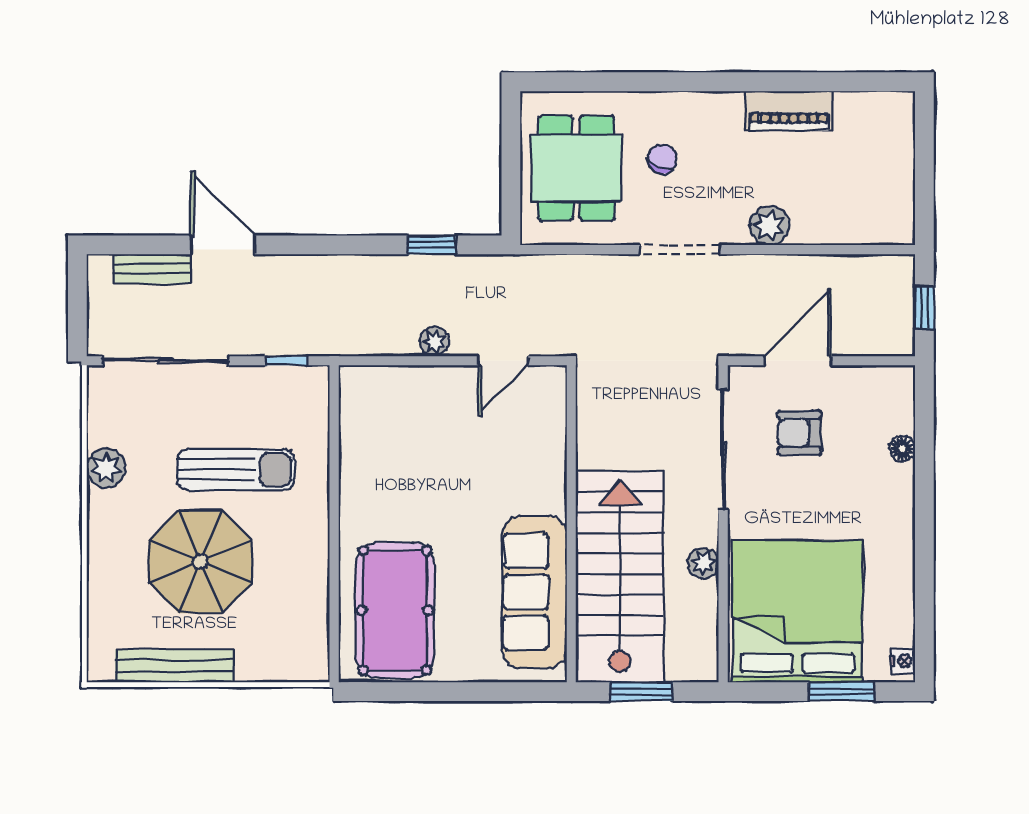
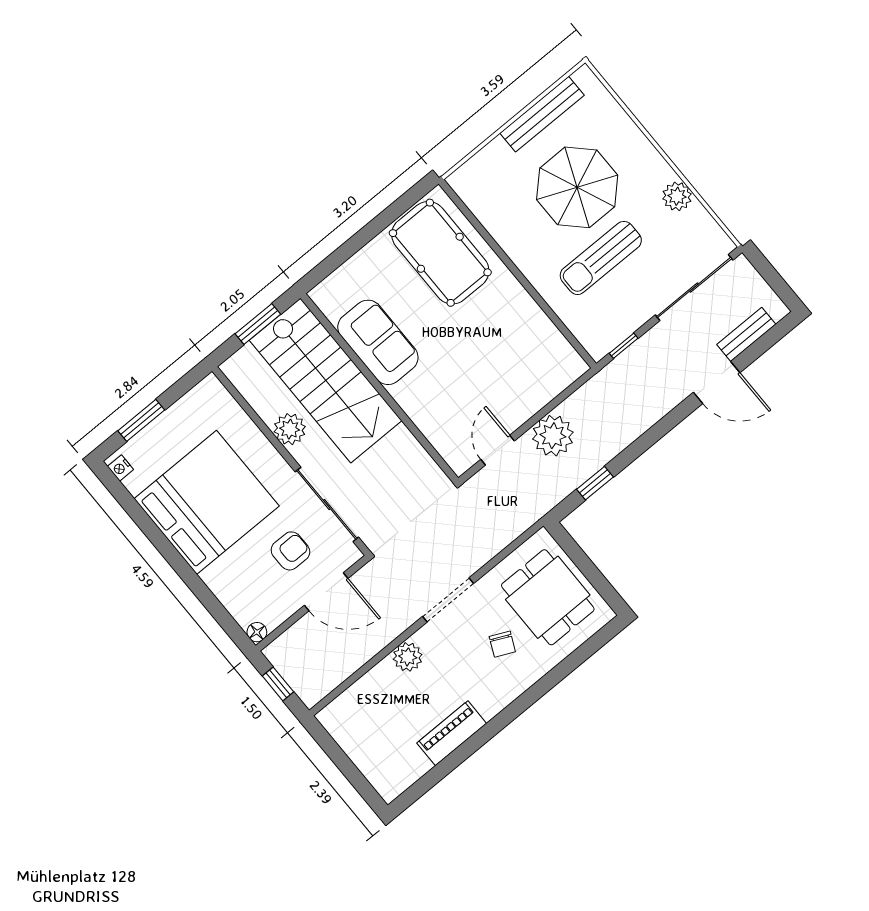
plant: (435, 342) -> (553, 436), width x1.88, depth x1.88
door: (798, 361) -> (326, 592), hinge flipped
floor lamp: (902, 449) -> (257, 632), moved
plant: (703, 563) -> (290, 429), width x1.38, depth x1.38
sofa: (534, 592) -> (378, 342), width x0.73
bed: (798, 611) -> (207, 502), moved, turned -90

